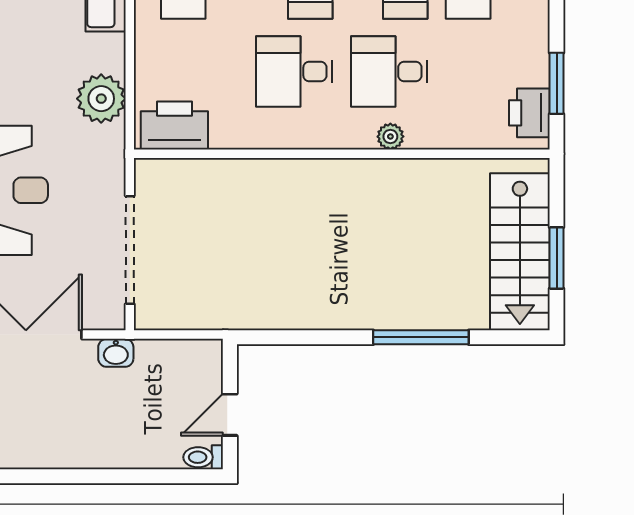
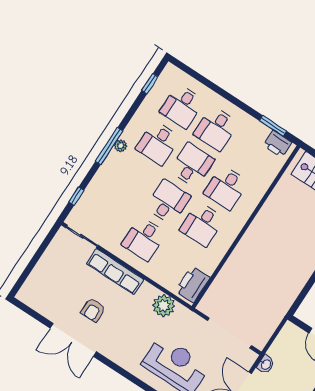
plant: (390, 137) -> (252, 204), removed

